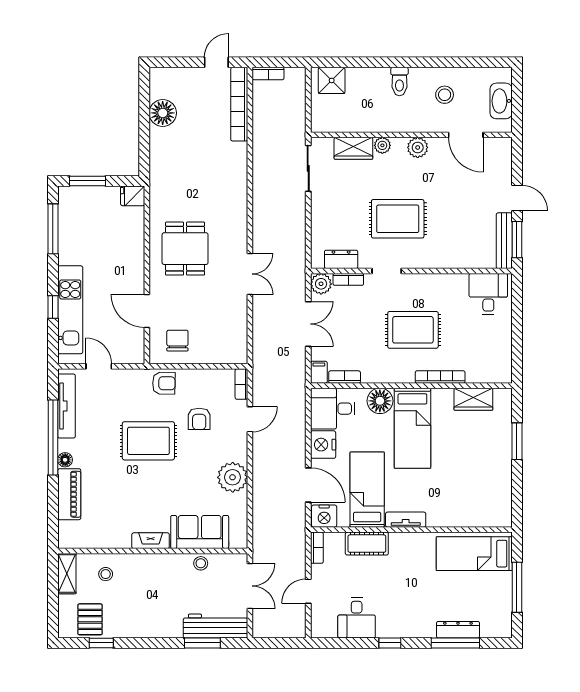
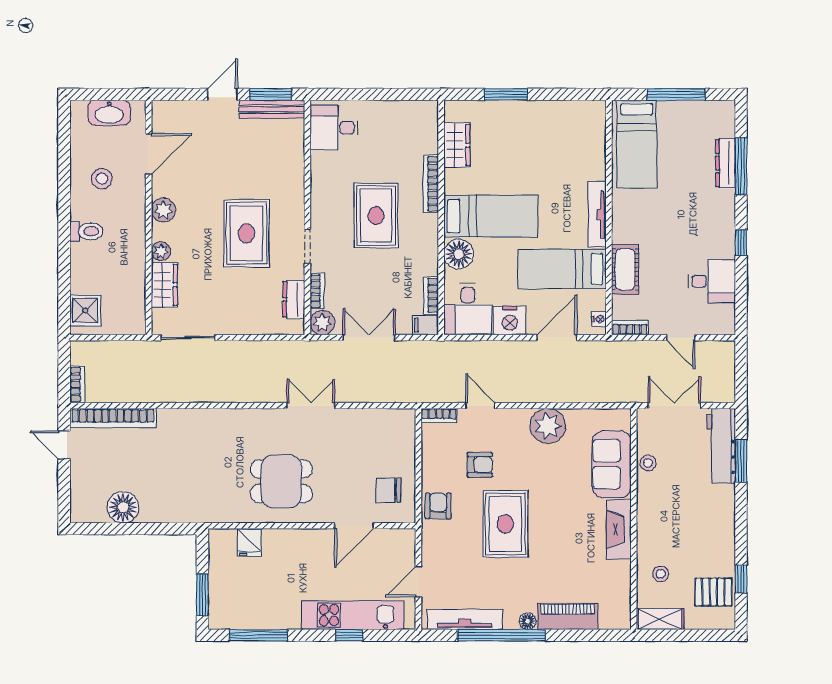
fridge: (133, 196) -> (249, 542), moved
nightstand: (324, 516) -> (599, 319), width x0.53, depth x0.56
tv unit: (406, 520) -> (597, 214), width x1.41
fireplace: (151, 541) -> (619, 529), width x1.37, depth x1.32

